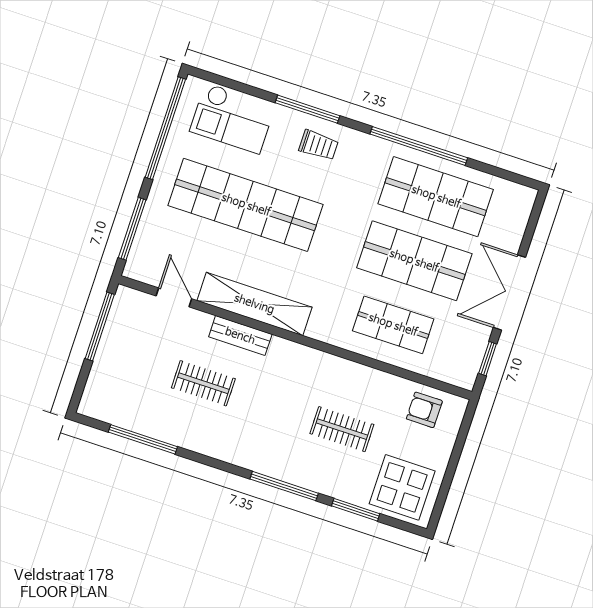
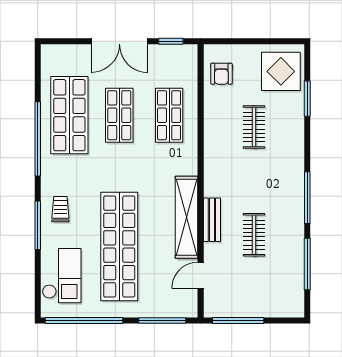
shop shelf: (414, 261) -> (119, 115), width x0.70, depth x0.74
window: (284, 486) -> (307, 198), moved

